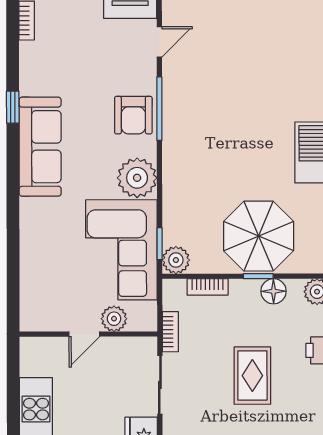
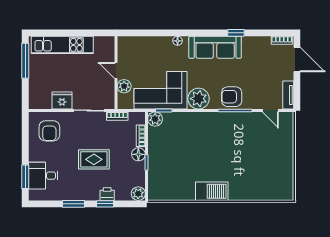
floor lamp: (28, 218) -> (178, 41), added
parasol: (259, 236) -> (168, 163), removed
floor lamp: (274, 291) -> (138, 154), moved

